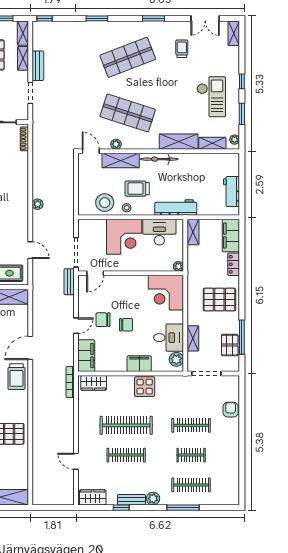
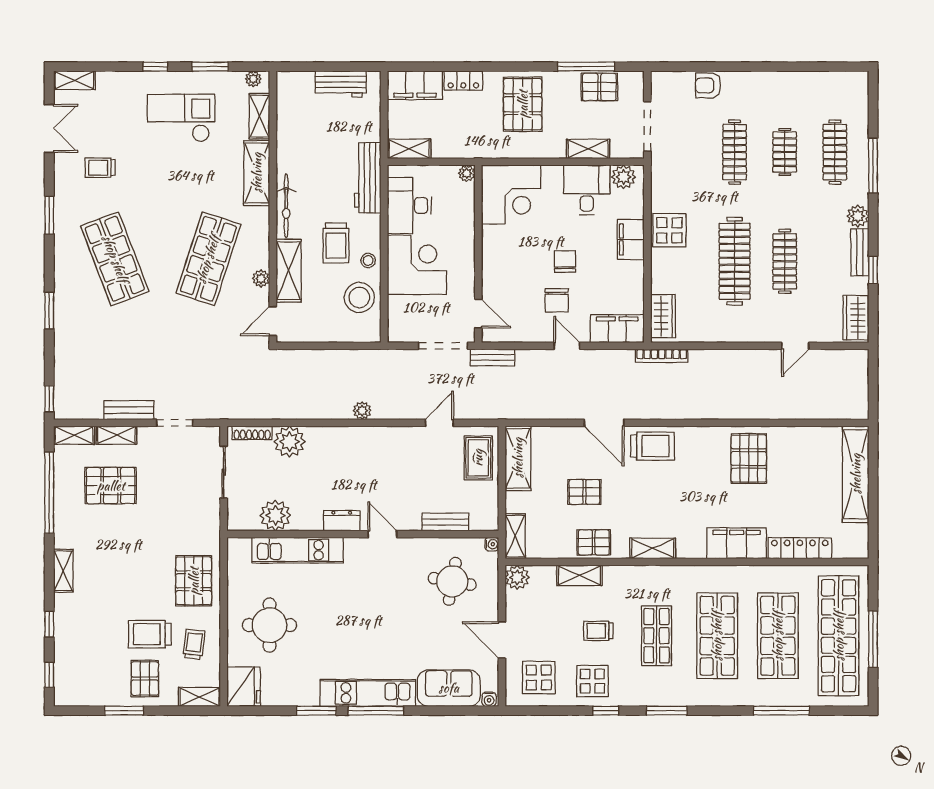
plant: (19, 161) -> (290, 442), added

